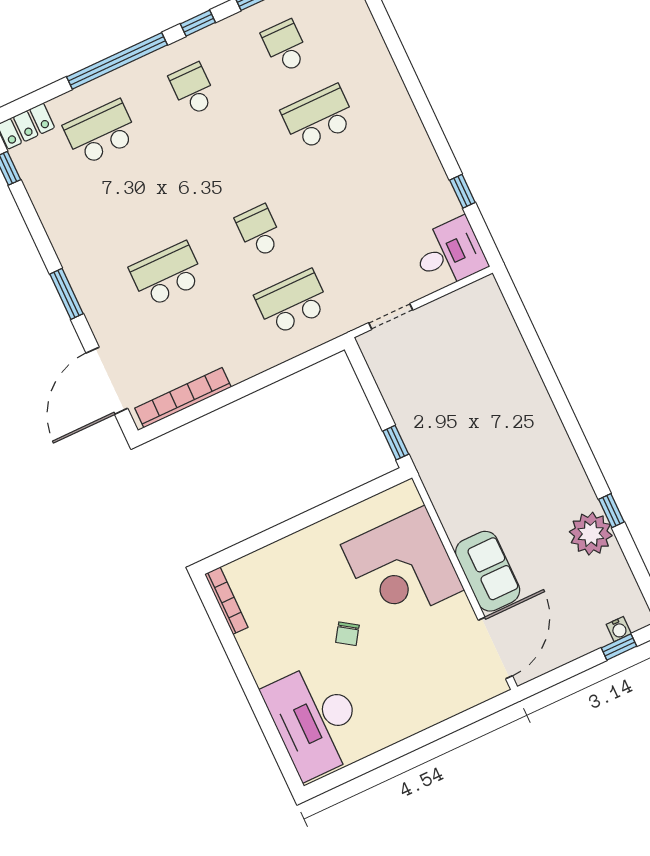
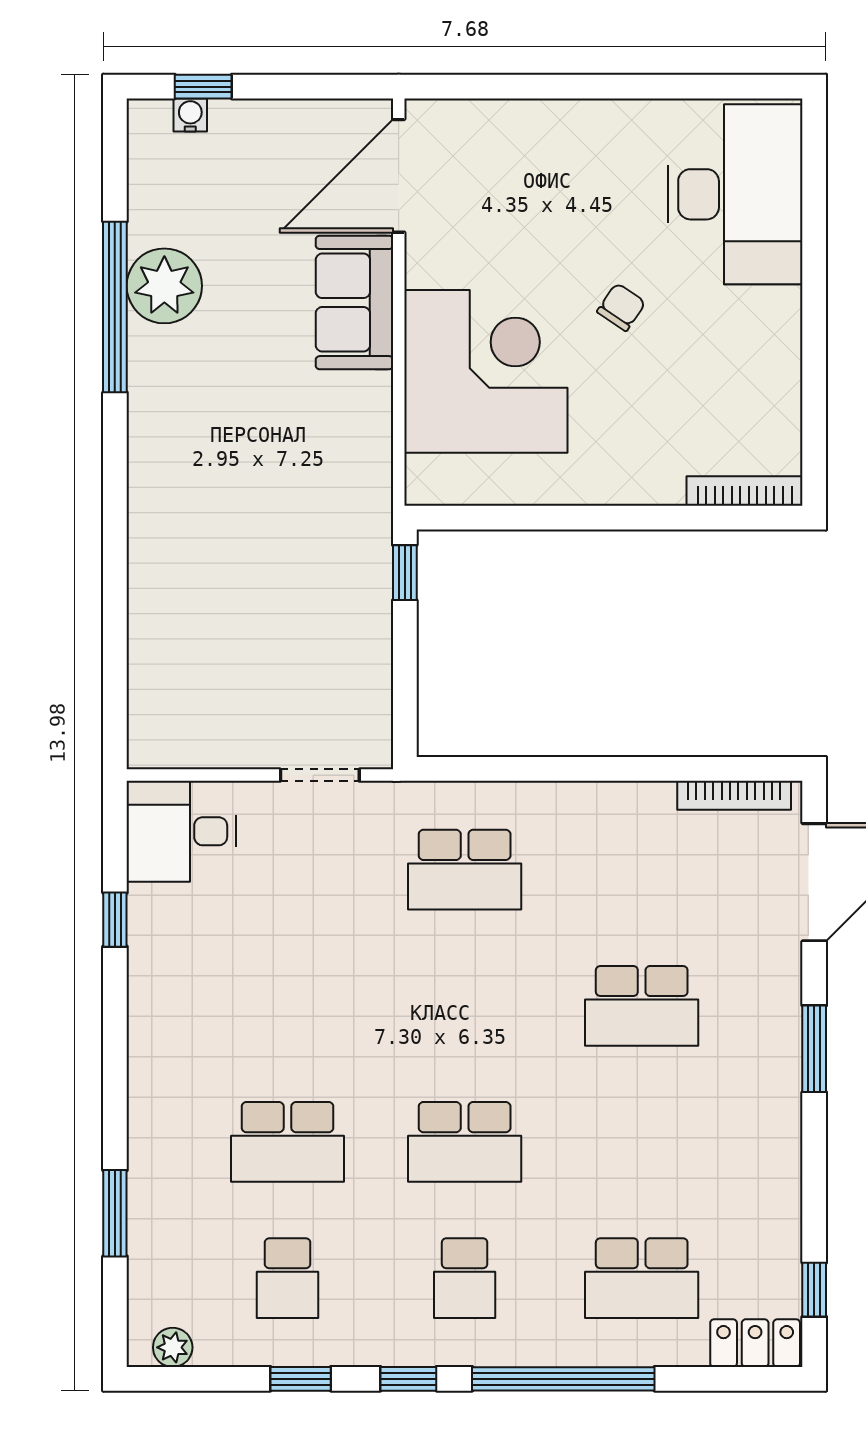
window: (391, 38) -> (115, 1213), added
school desk: (259, 231) -> (465, 1142), moved, width x1.85
bookcase: (183, 398) -> (734, 795), width x0.68, depth x0.76
window: (611, 511) -> (115, 307), width x3.17
bookcase: (226, 601) -> (745, 491), moved, turned 90

